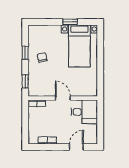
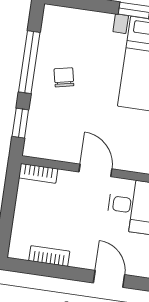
window: (25, 53) -> (29, 62), width x2.17
door: (76, 147) -> (109, 279), hinge flipped

